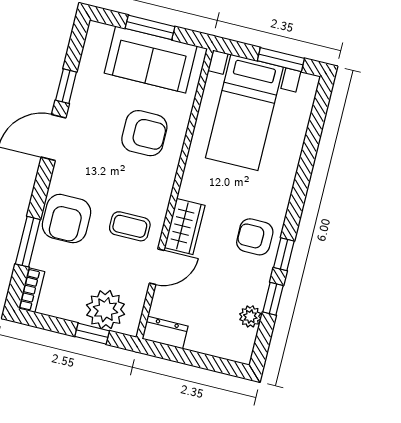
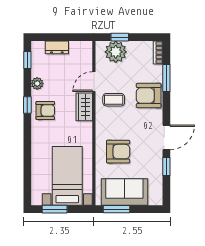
window: (150, 27) -> (117, 209), moved
armchair: (144, 133) -> (118, 152), turned 180
armchair: (66, 219) -> (149, 96), turned -90
window: (273, 299) -> (27, 60), moved
plant: (250, 316) -> (37, 83), moved
dresser: (165, 332) -> (57, 47), moved

